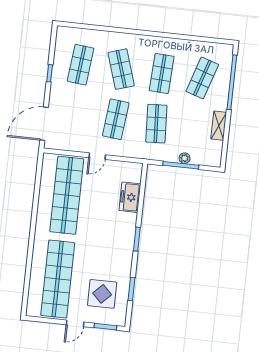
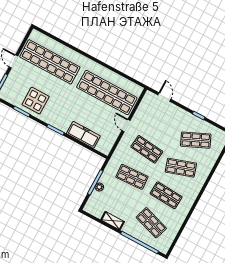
shop shelf: (81, 65) -> (196, 140), turned -30
door: (44, 124) -> (164, 97), width x0.53
freezer: (130, 197) -> (83, 135), width x1.40
display table: (102, 294) -> (36, 101), moved

